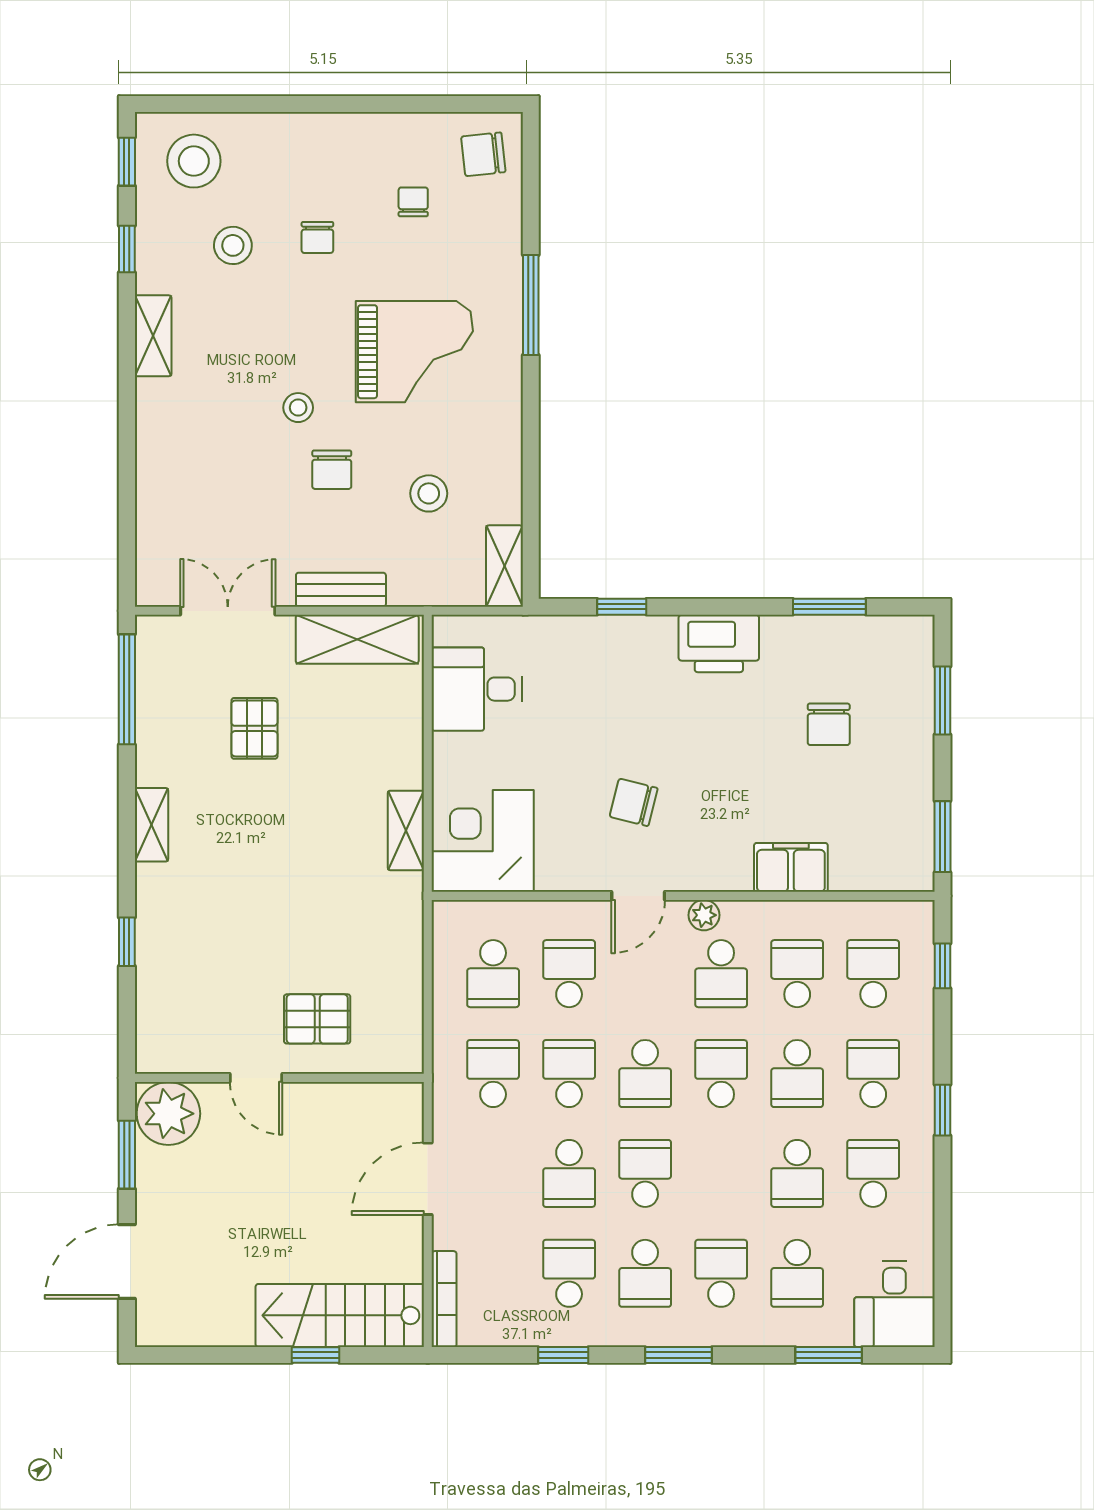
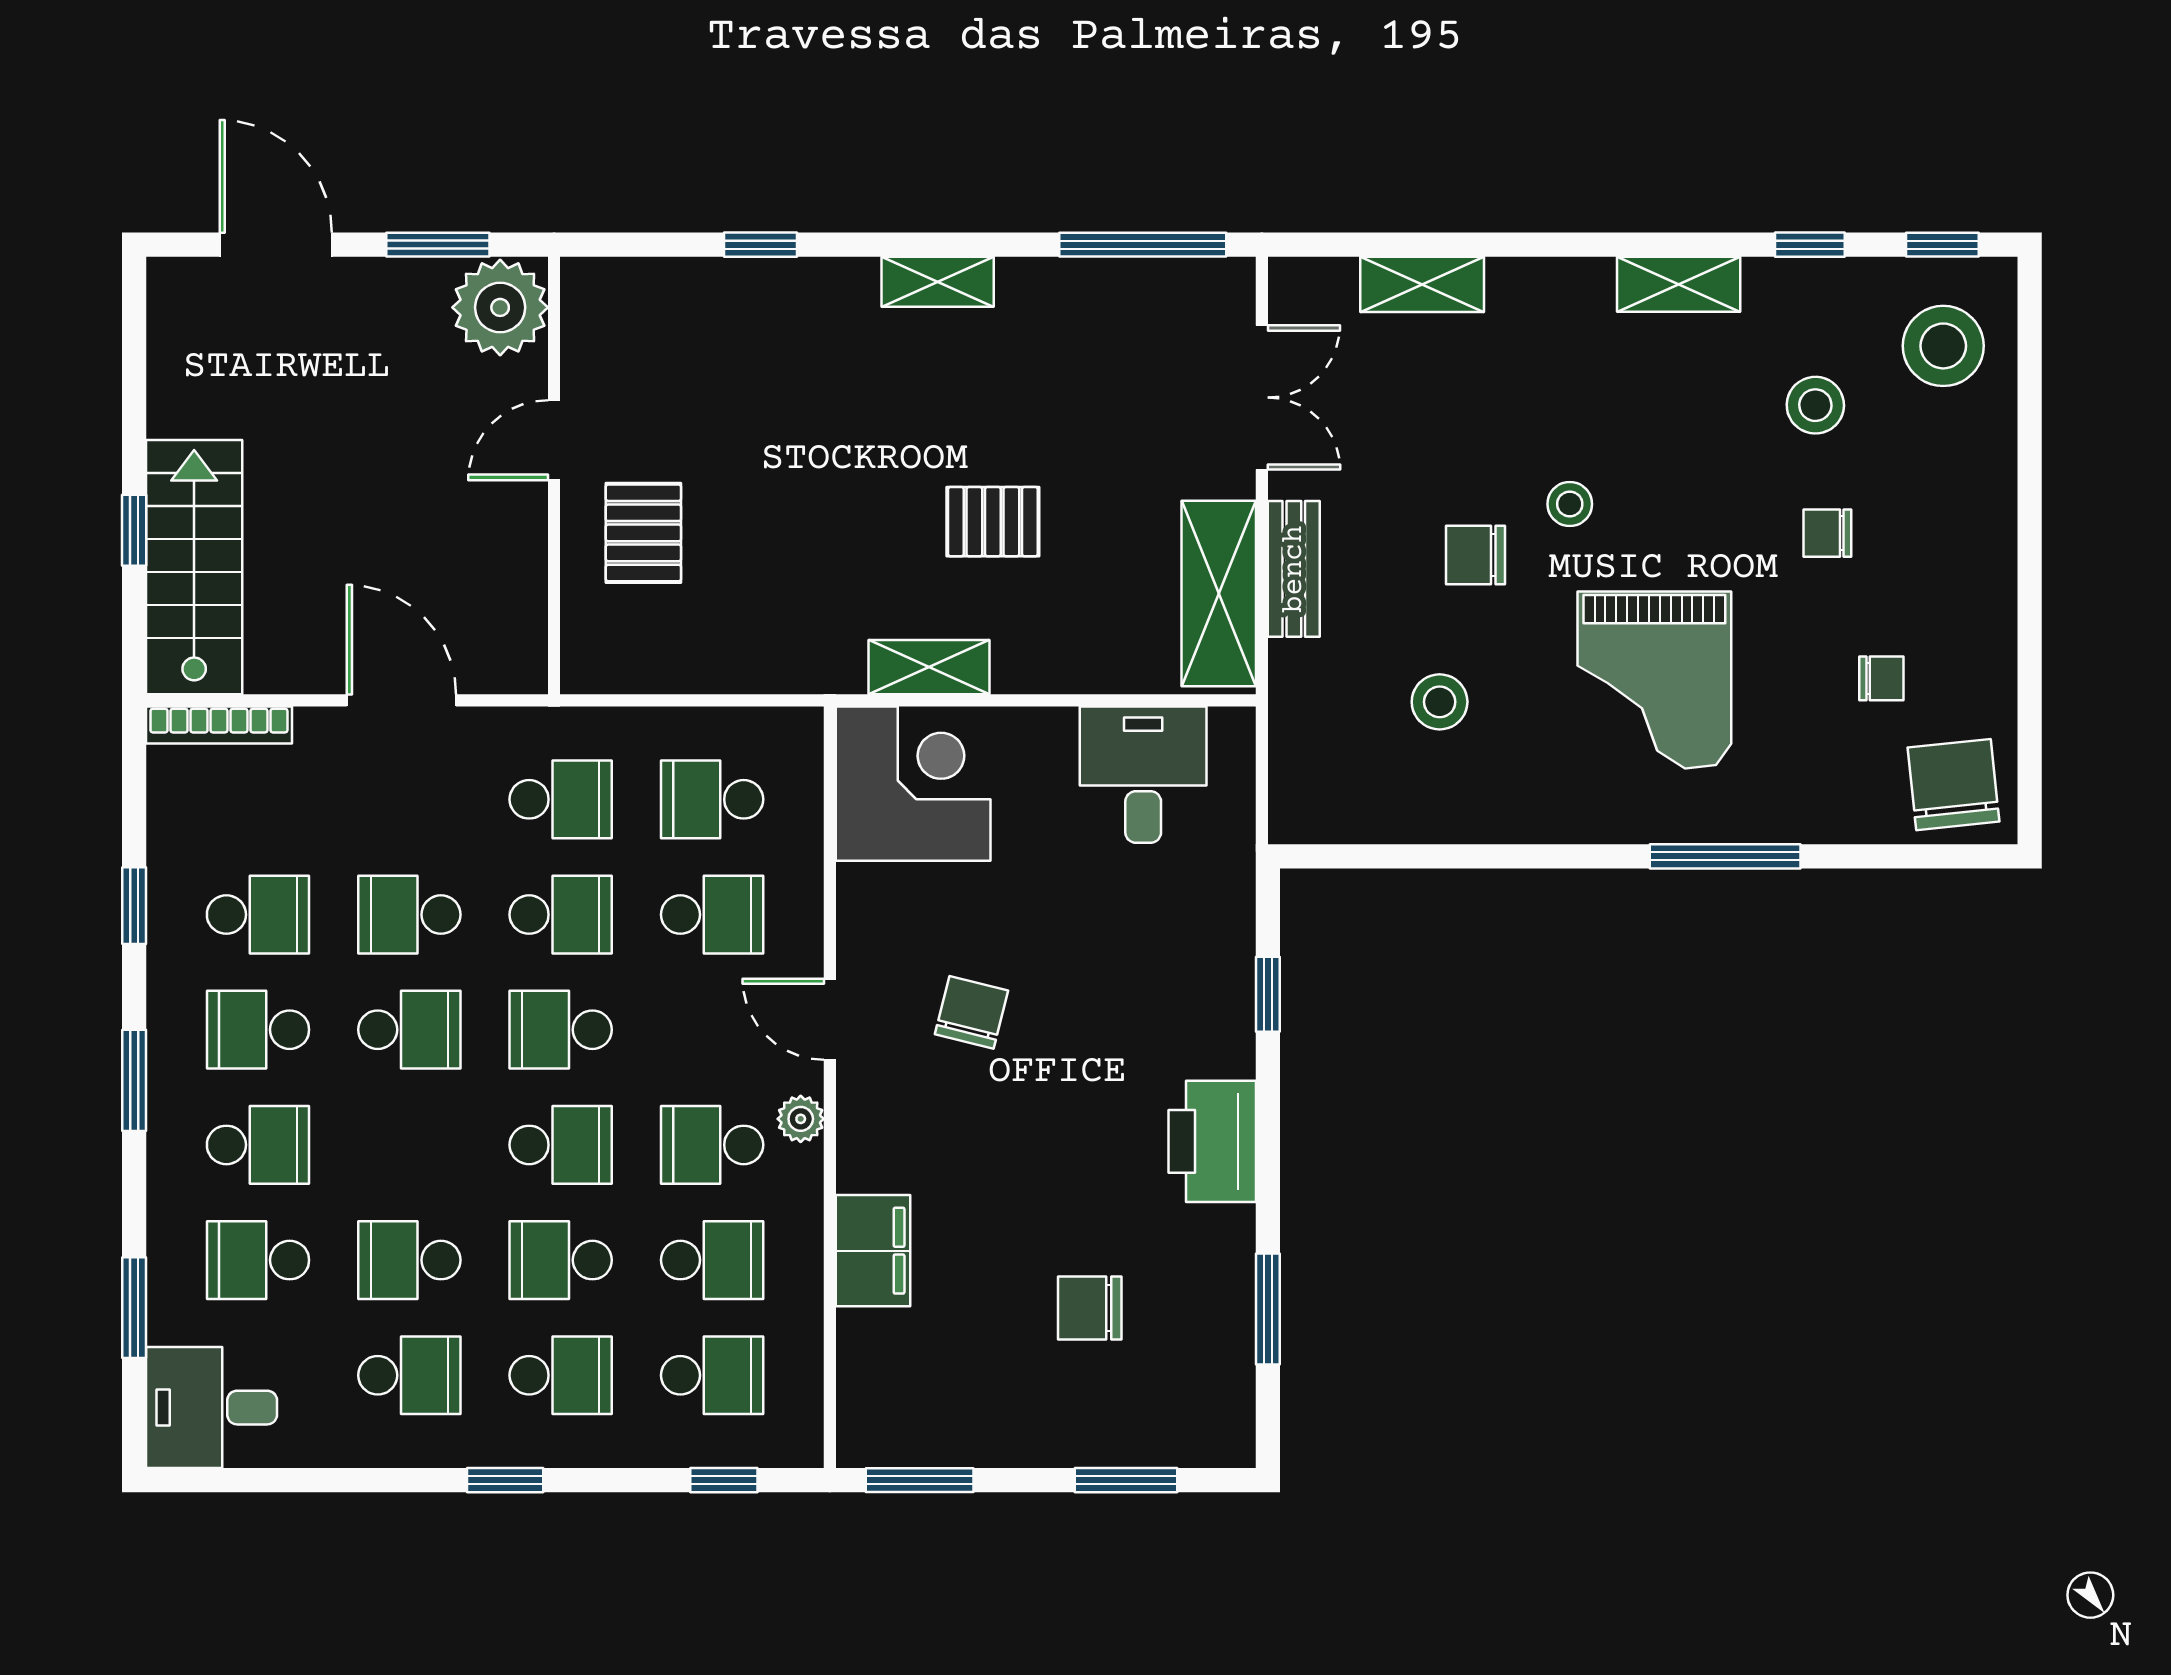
chair: (483, 154) -> (1953, 785), width x1.37, depth x1.37
shelving: (504, 566) -> (1422, 284), moved
pallet: (254, 728) -> (993, 522), moved

